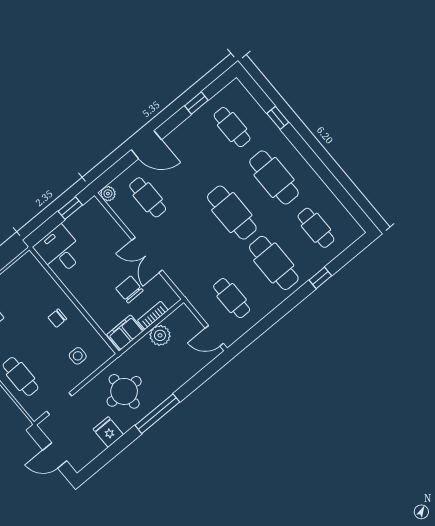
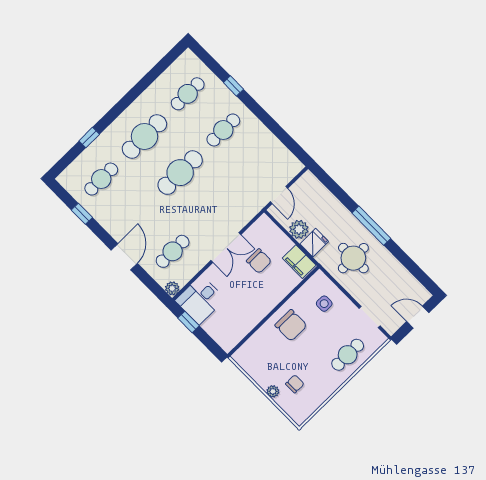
desk: (60, 251) -> (200, 300), moved
cafe table: (274, 263) -> (223, 130), width x0.73, depth x0.74
chair: (129, 289) -> (259, 261), turned -90
cafe table: (232, 298) -> (259, 166), removed
bookcase: (153, 315) -> (281, 238), removed
chair: (57, 318) -> (291, 325), width x1.87, depth x1.87
door: (214, 336) -> (279, 195), moved
fridge: (108, 432) -> (314, 243), moved, turned 180
door: (55, 455) -> (418, 317), swing flipped

